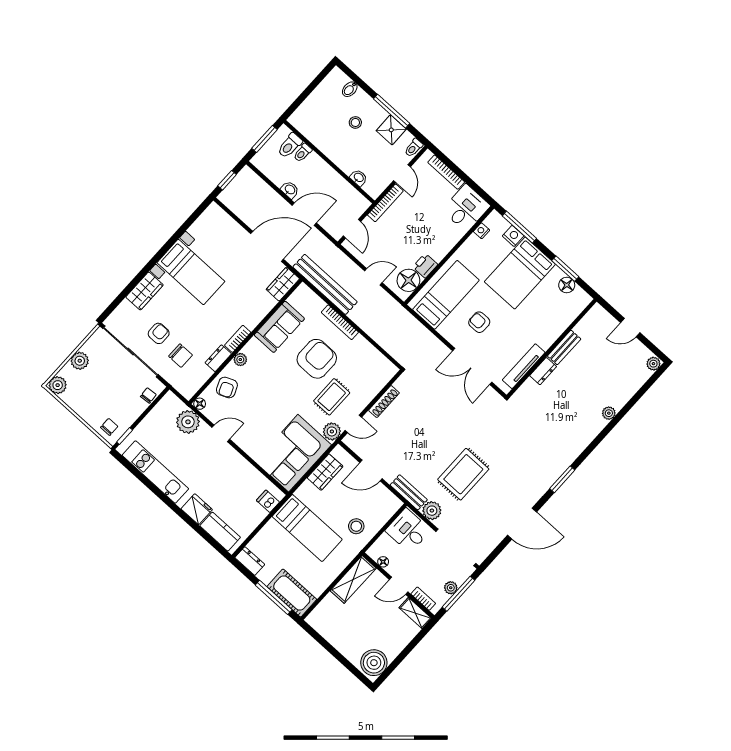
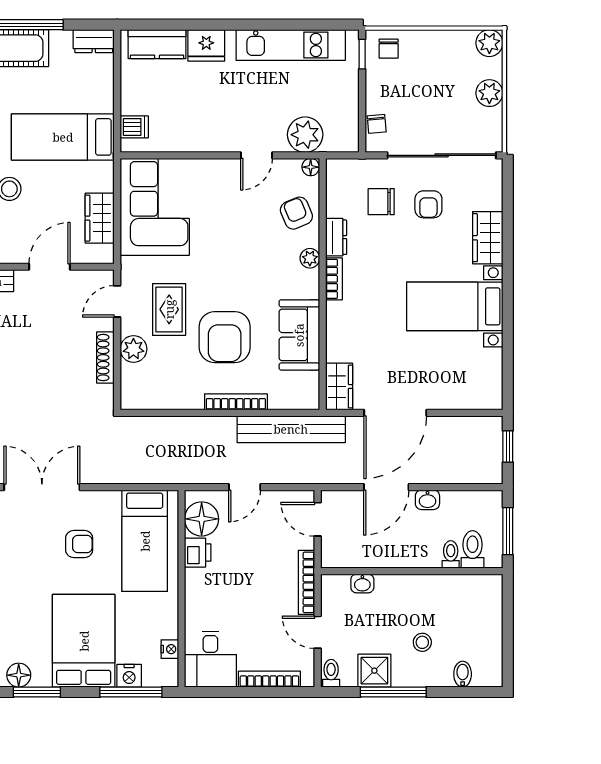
plant: (332, 431) -> (133, 349), moved

